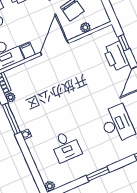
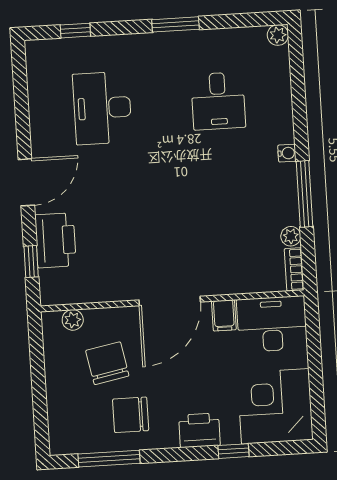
plant: (85, 27) -> (73, 320), moved
desk: (66, 146) -> (218, 101), turned 180

